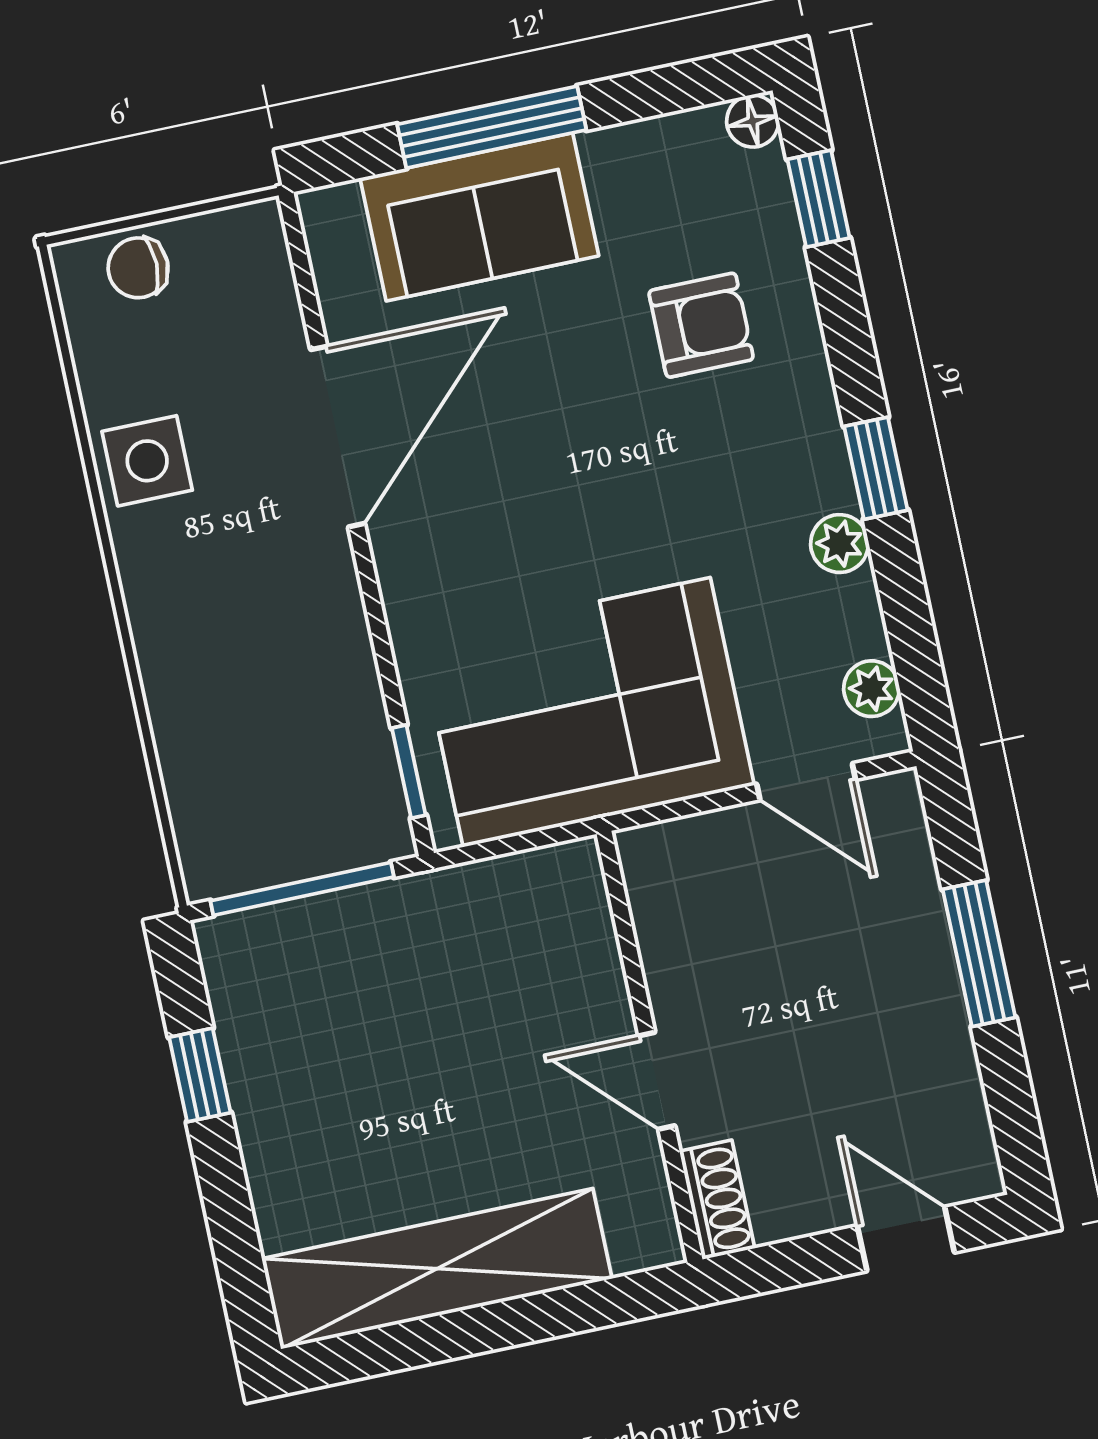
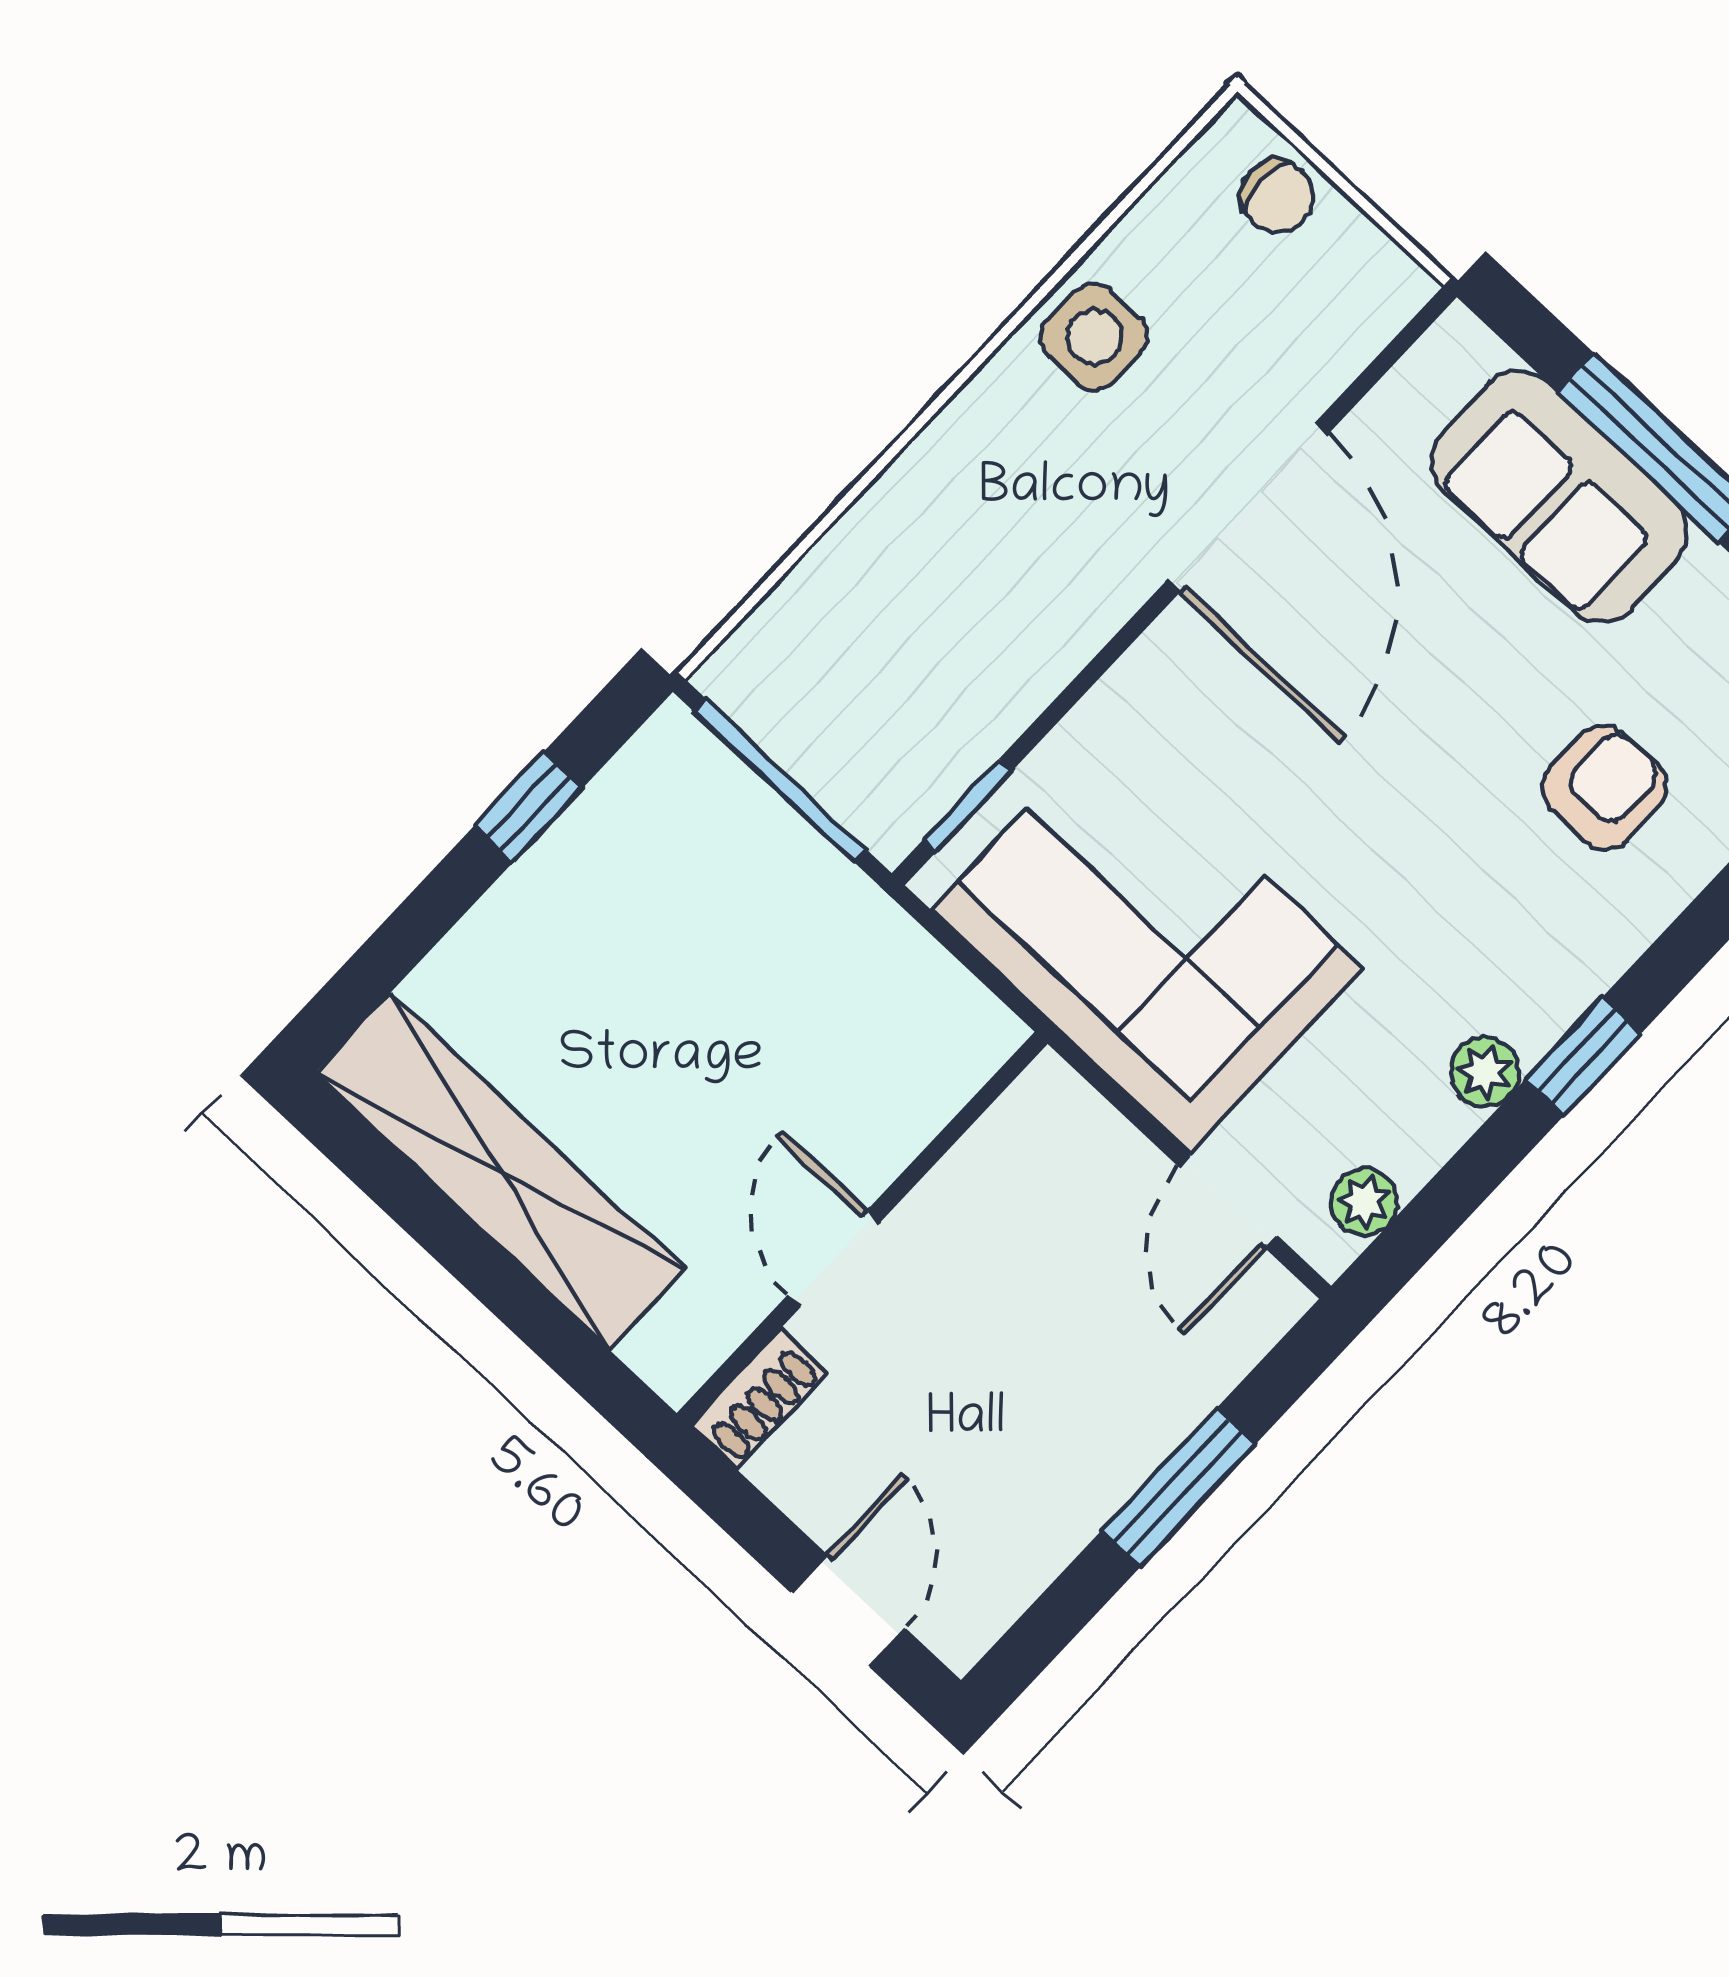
chair: (138, 268) -> (1277, 197), turned 180
armchair: (701, 325) -> (1604, 788), turned -90
door: (338, 437) -> (1248, 507), hinge flipped

